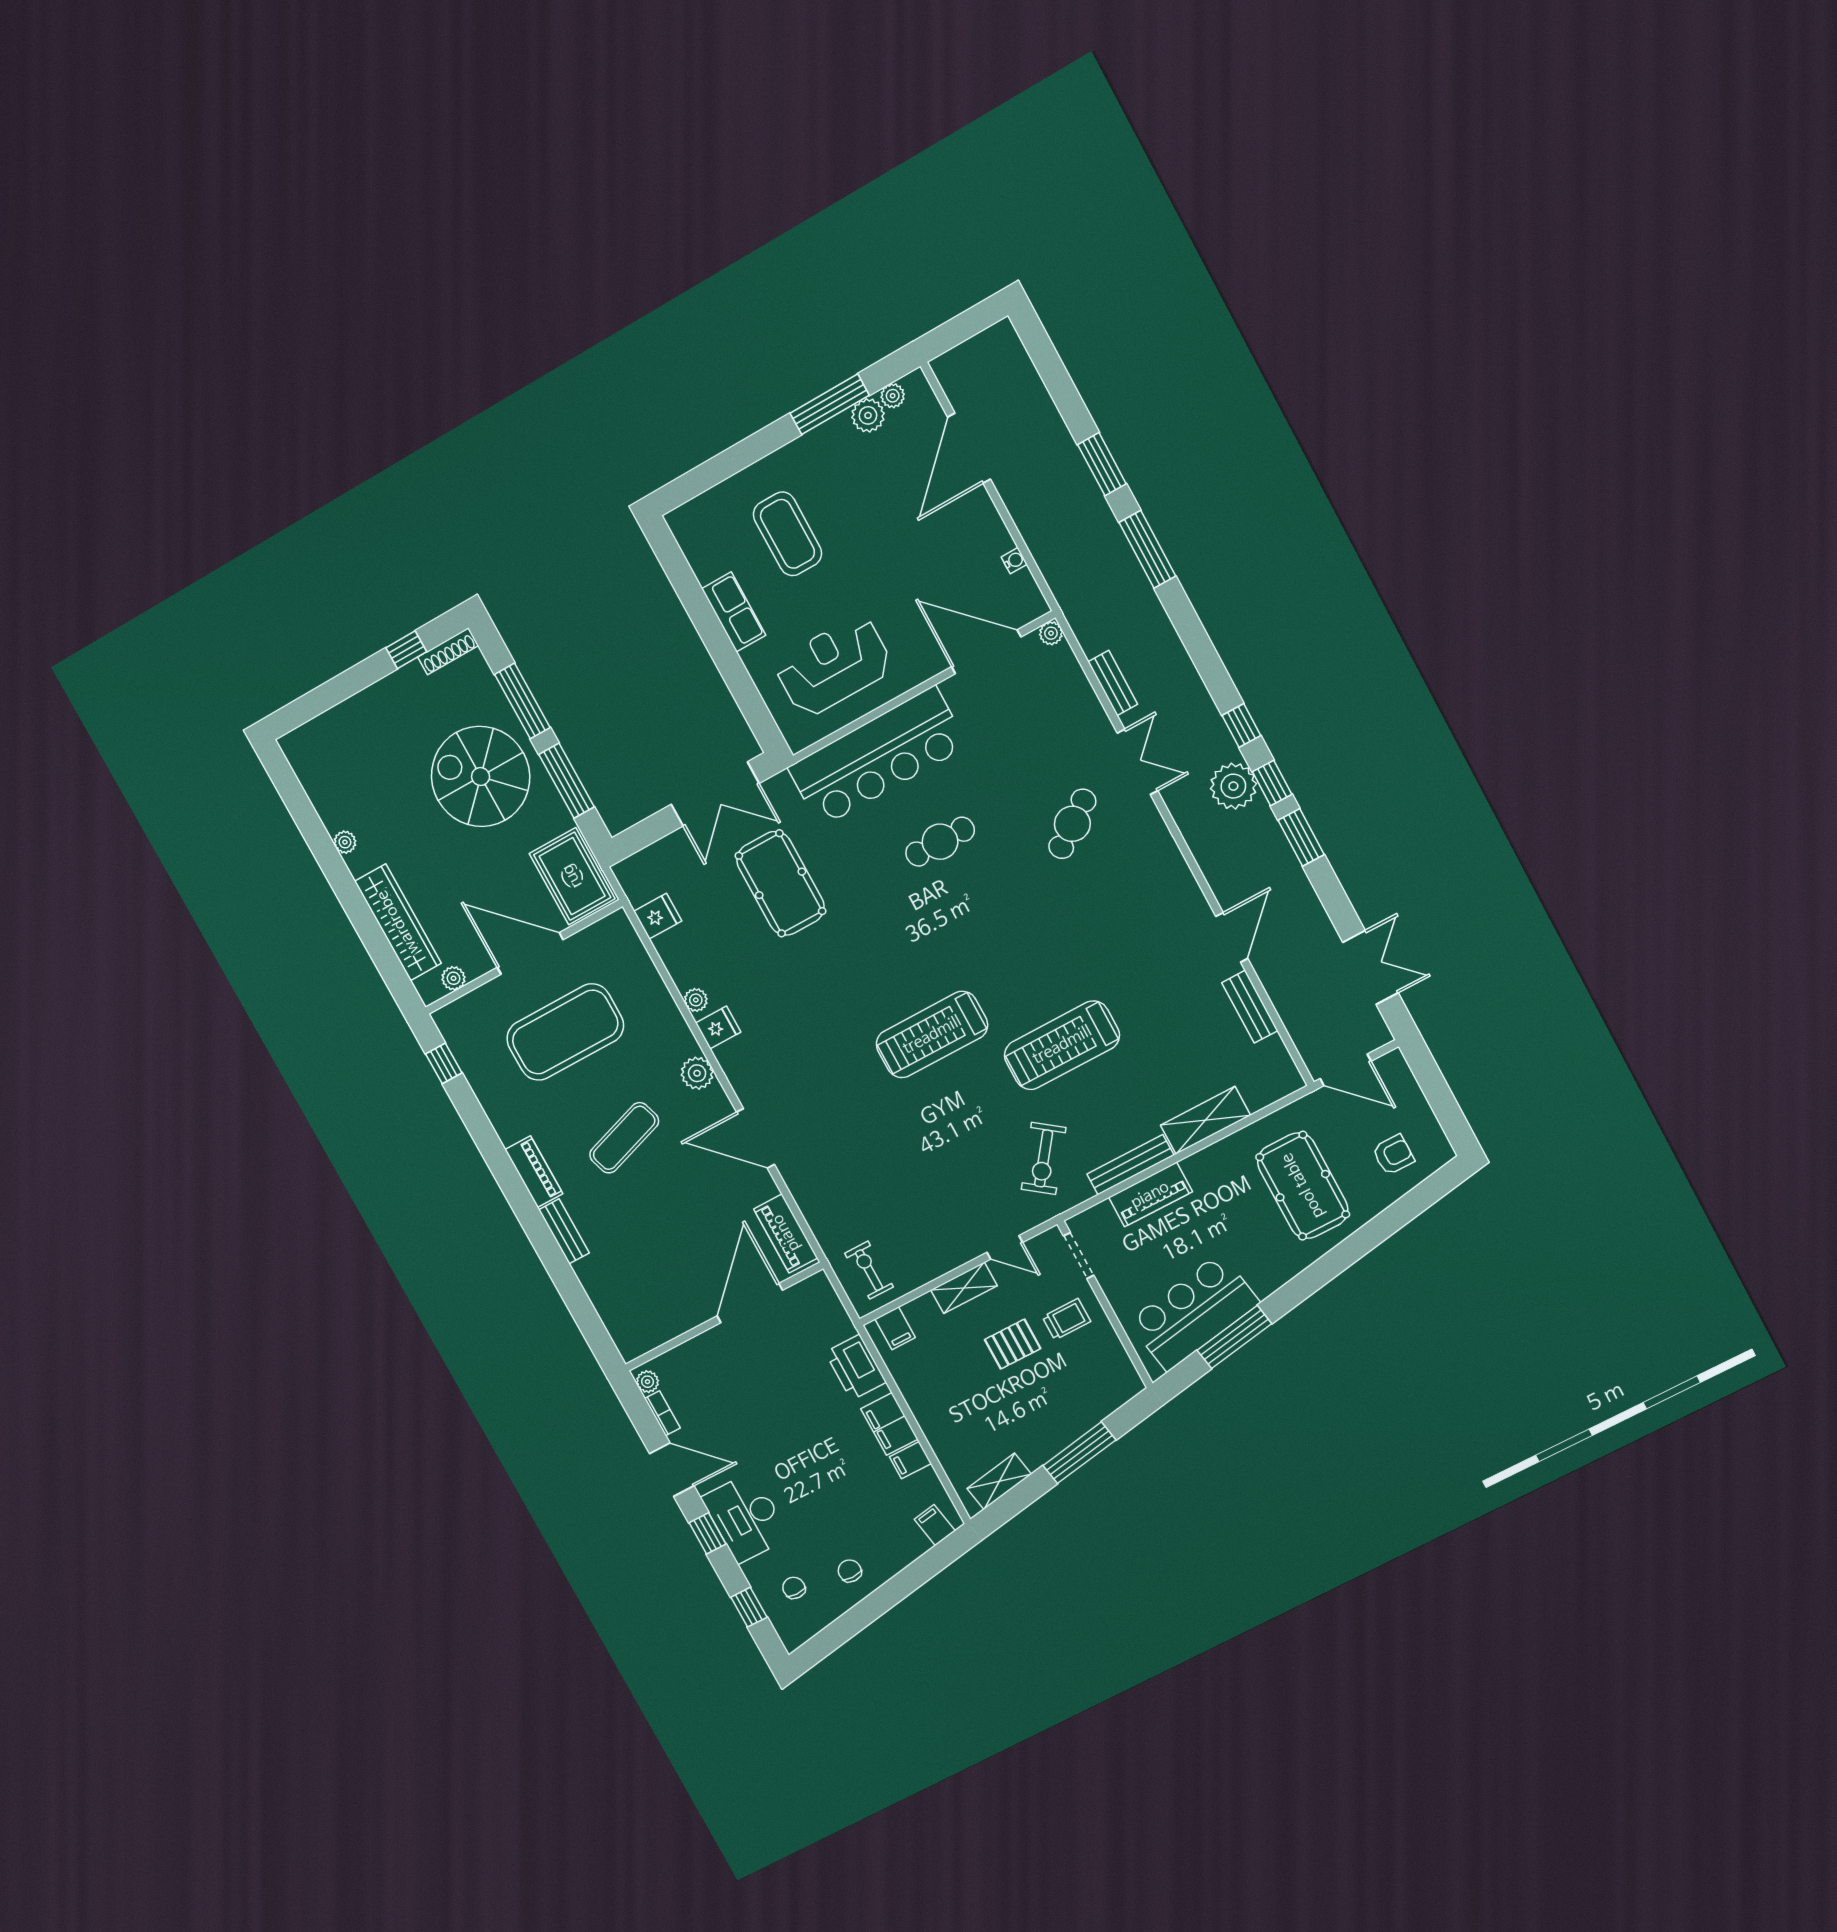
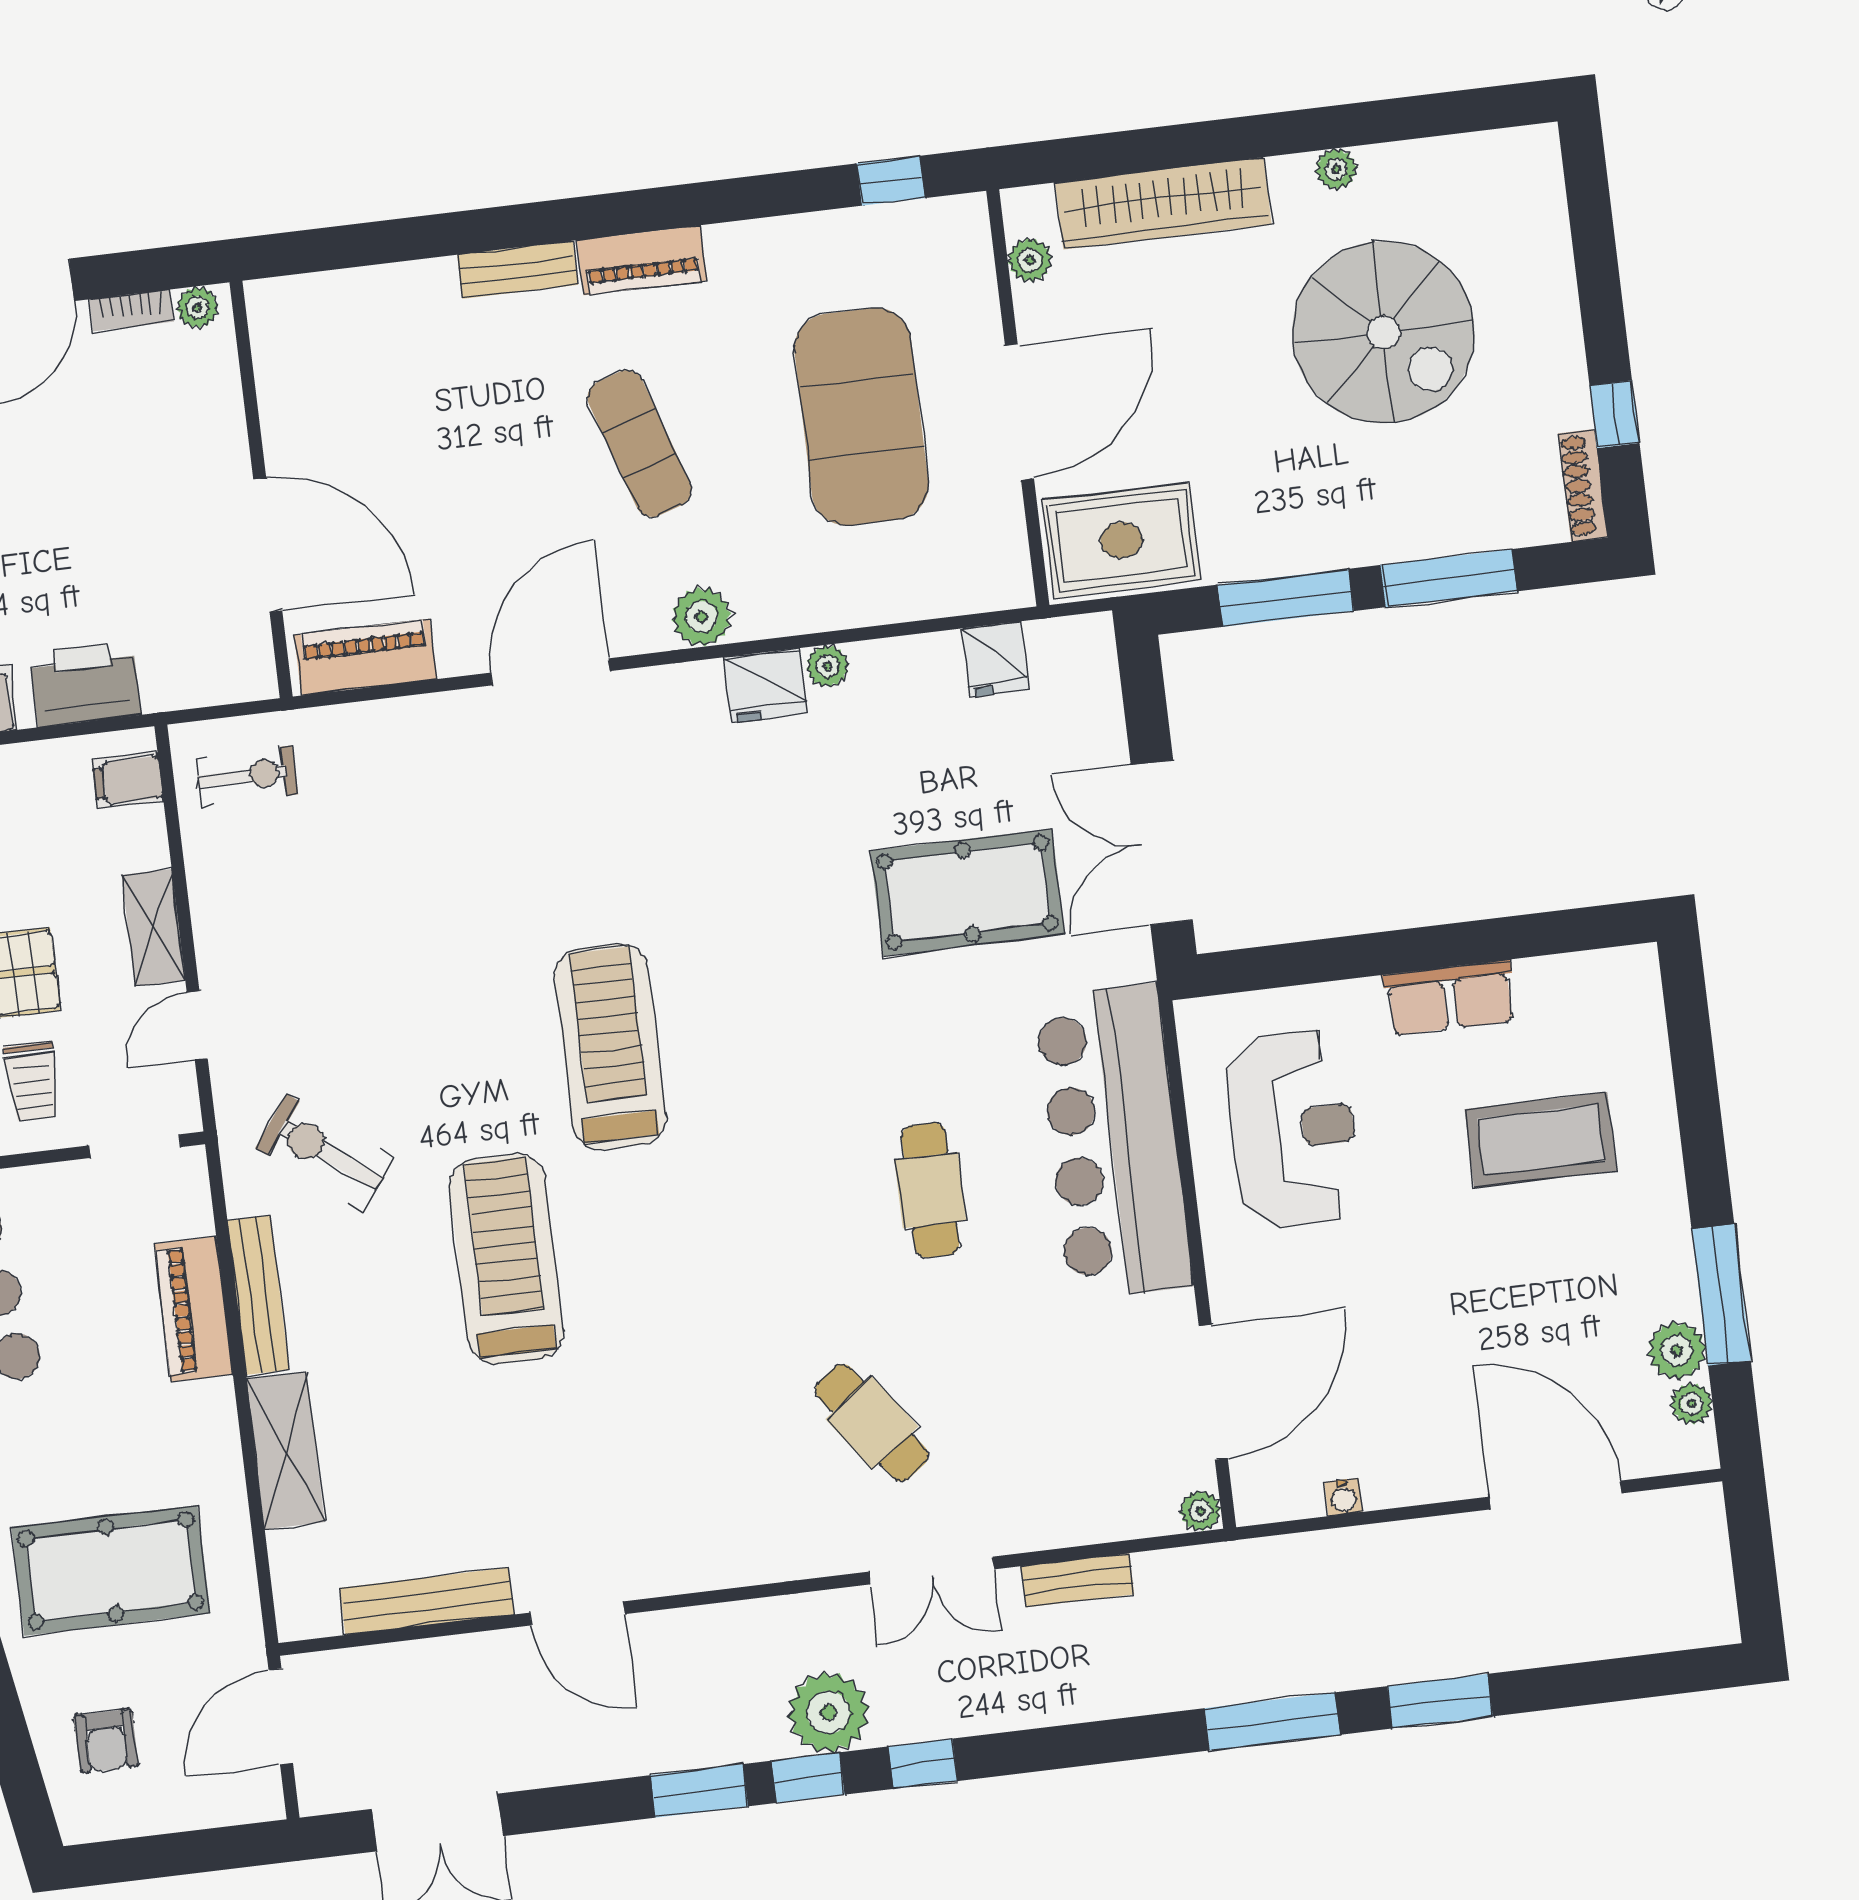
spiral stairs: (481, 777) -> (1383, 332), moved, turned 90
bench: (1250, 1007) -> (427, 1601), width x1.36
fridge: (718, 1027) -> (766, 685), width x1.38

